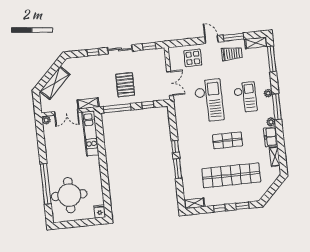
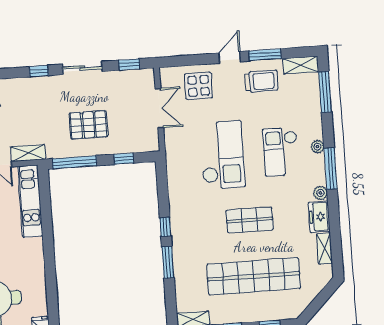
door: (212, 40) -> (230, 57), hinge flipped
double door: (170, 83) -> (159, 108), moved
pallet: (125, 85) -> (89, 125), turned 90
checkout: (245, 97) -> (281, 152), turned 180

